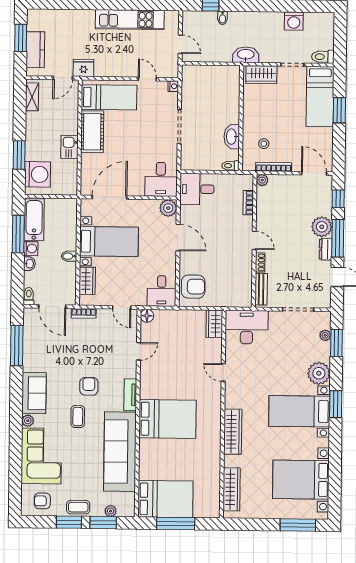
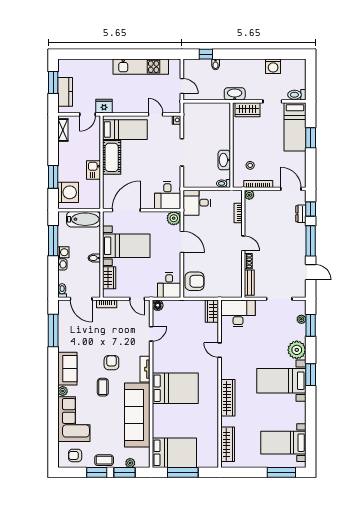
bathtub: (34, 220) -> (84, 219), moved, turned 90
plant: (322, 227) -> (298, 232), removed
dresser: (326, 249) -> (301, 214), moved
bed with nightstands: (301, 480) -> (283, 443), width x0.73

